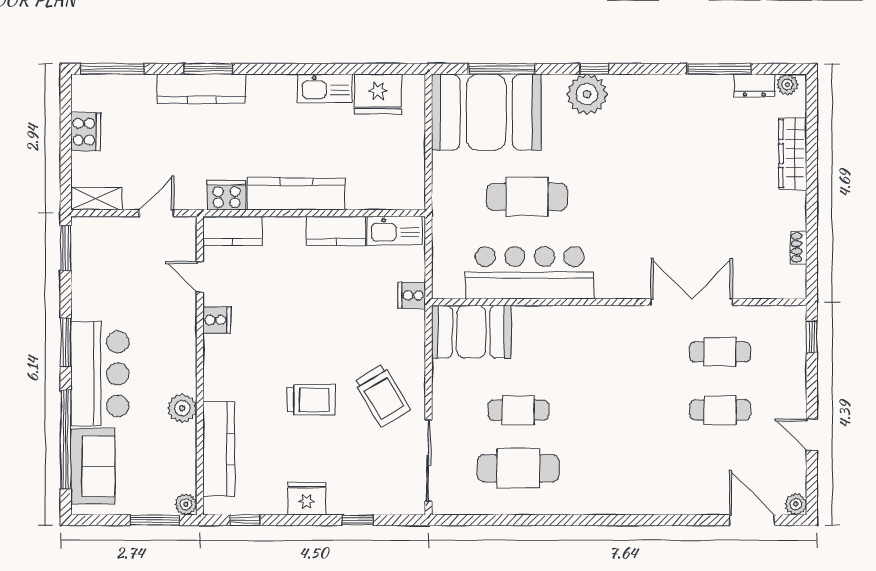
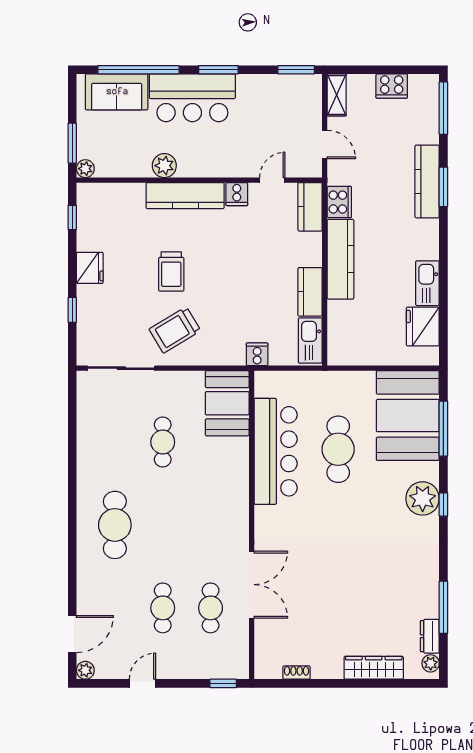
kitchen counter: (219, 449) -> (185, 196), moved
cafe table: (518, 468) -> (115, 525), moved

